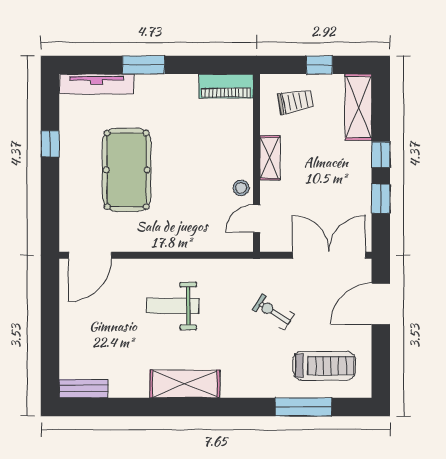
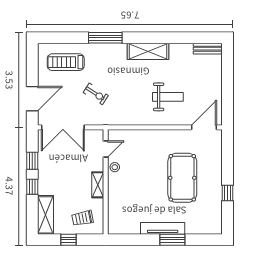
tv unit: (97, 84) -> (163, 228), moved
piano: (226, 86) -> (124, 227), removed
weight bench: (173, 306) -> (168, 97), moved
window: (303, 407) -> (105, 38), moved

